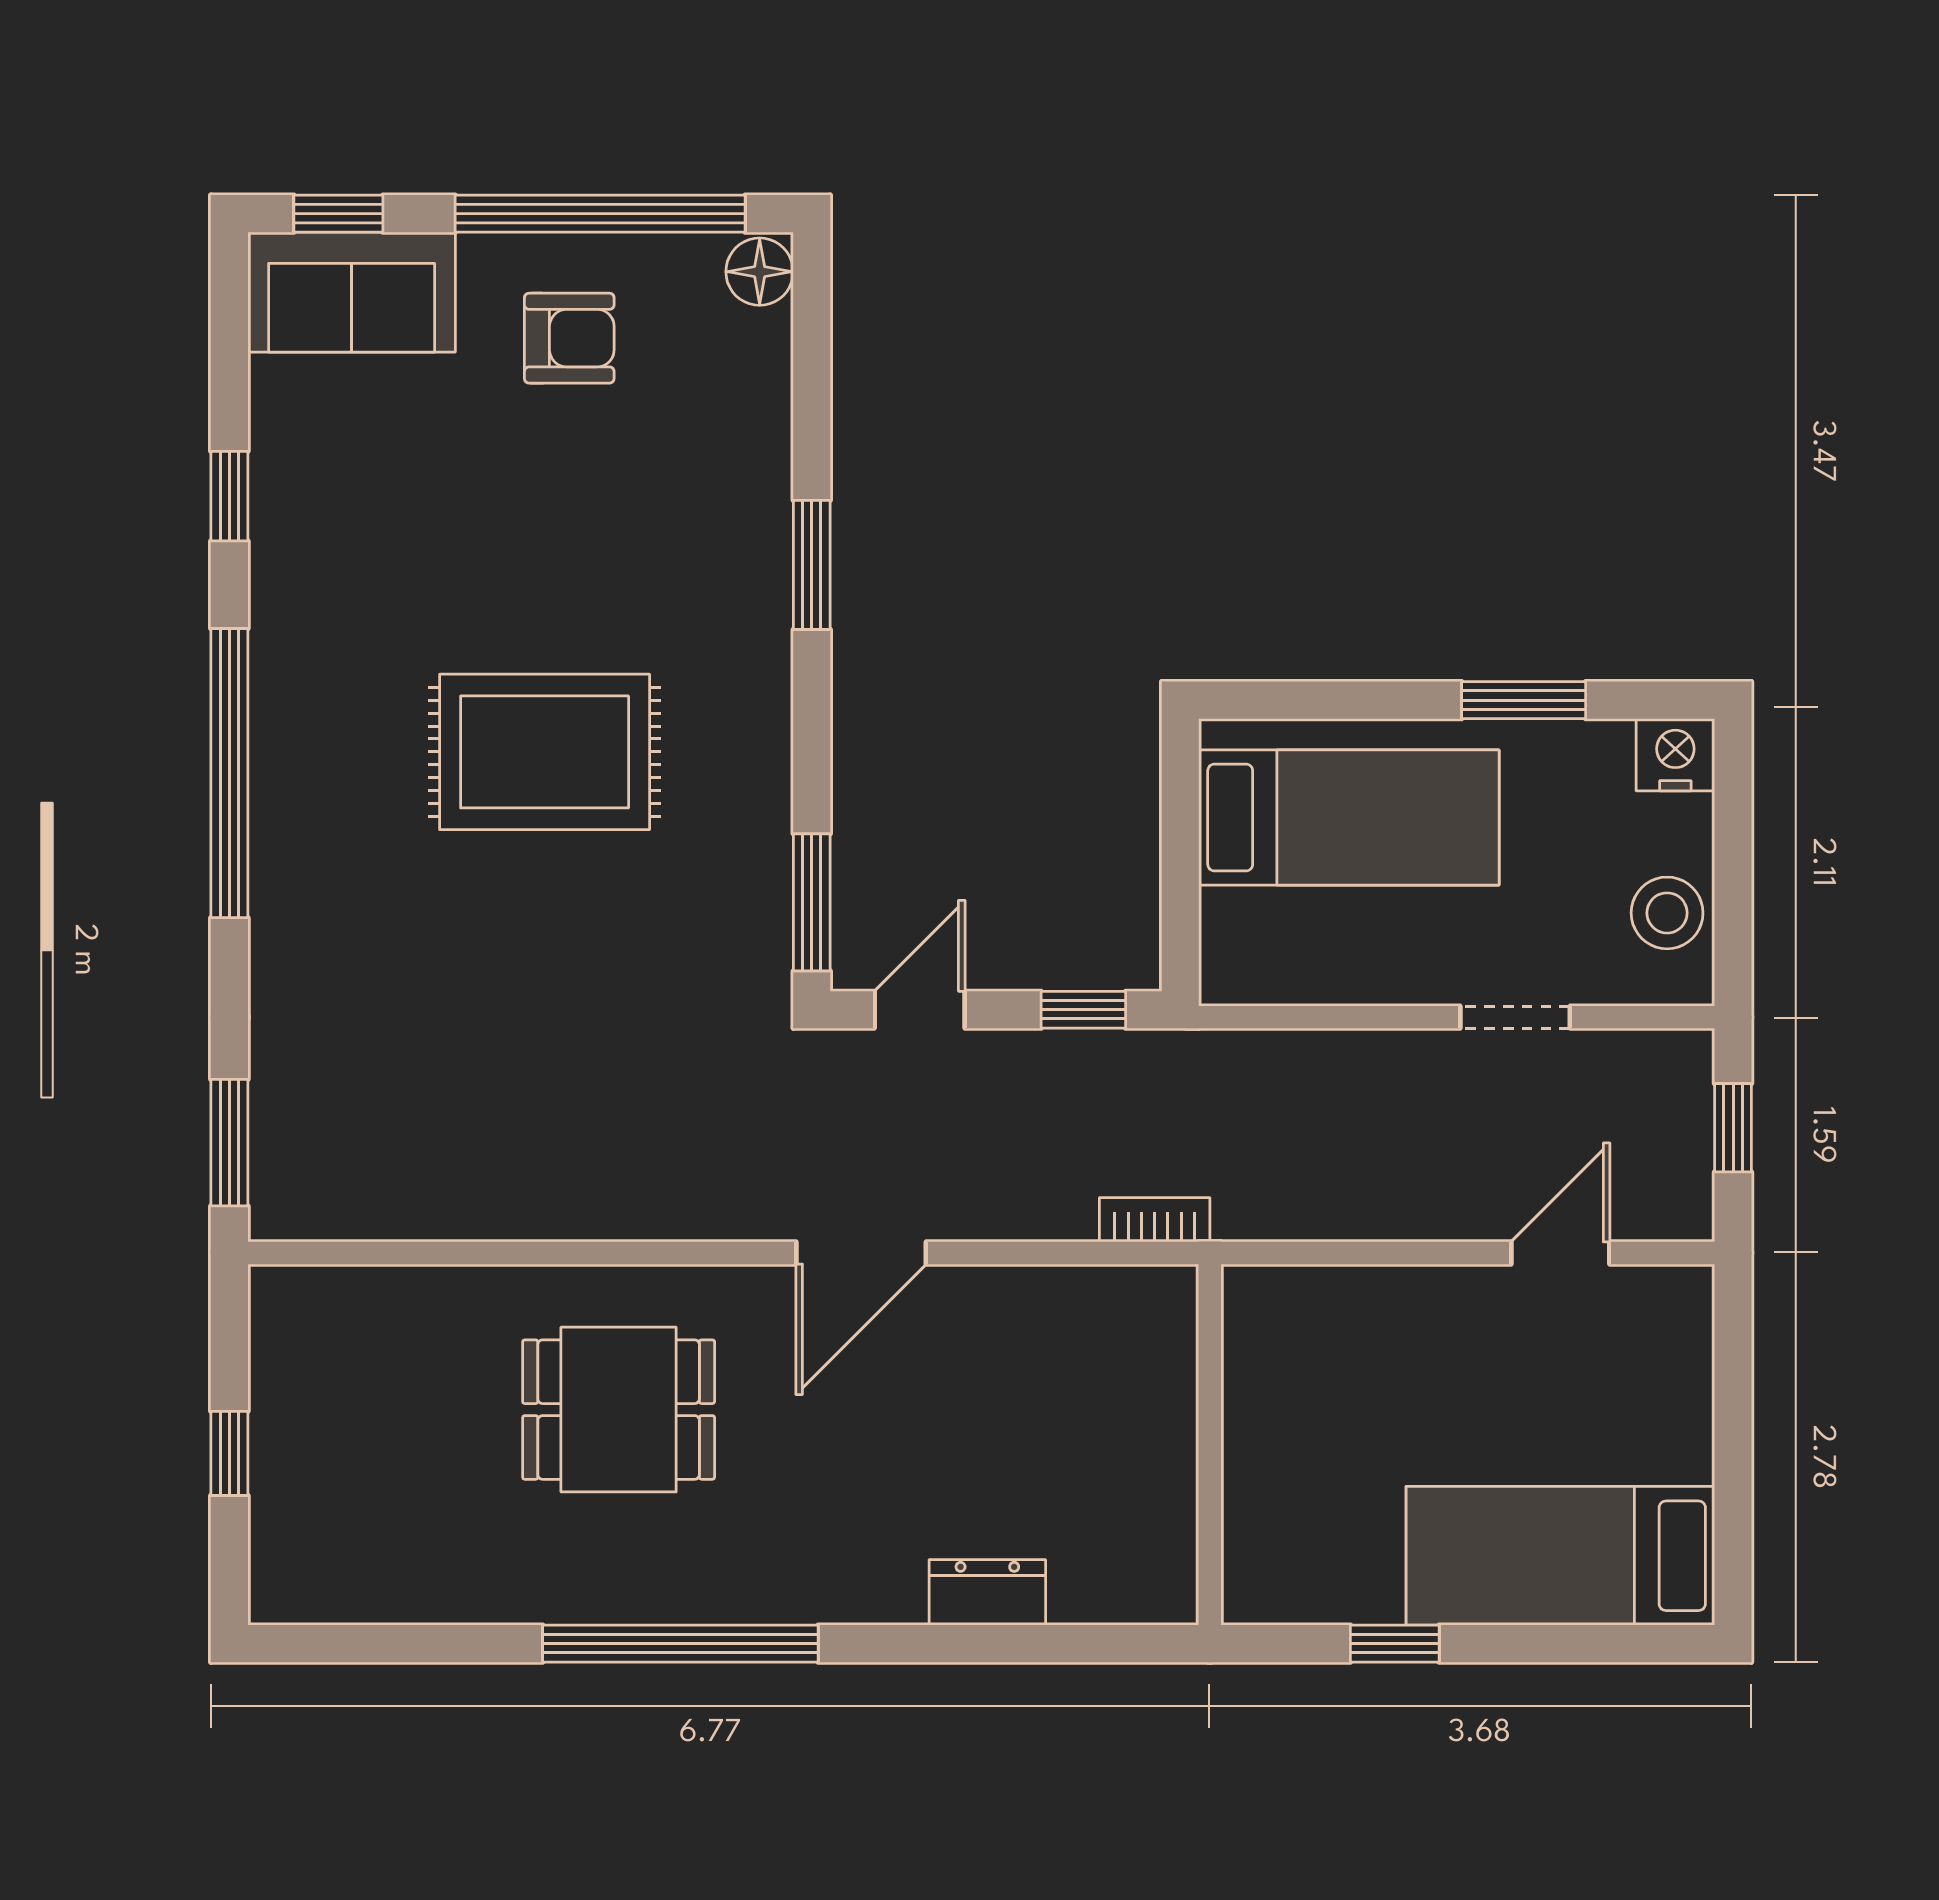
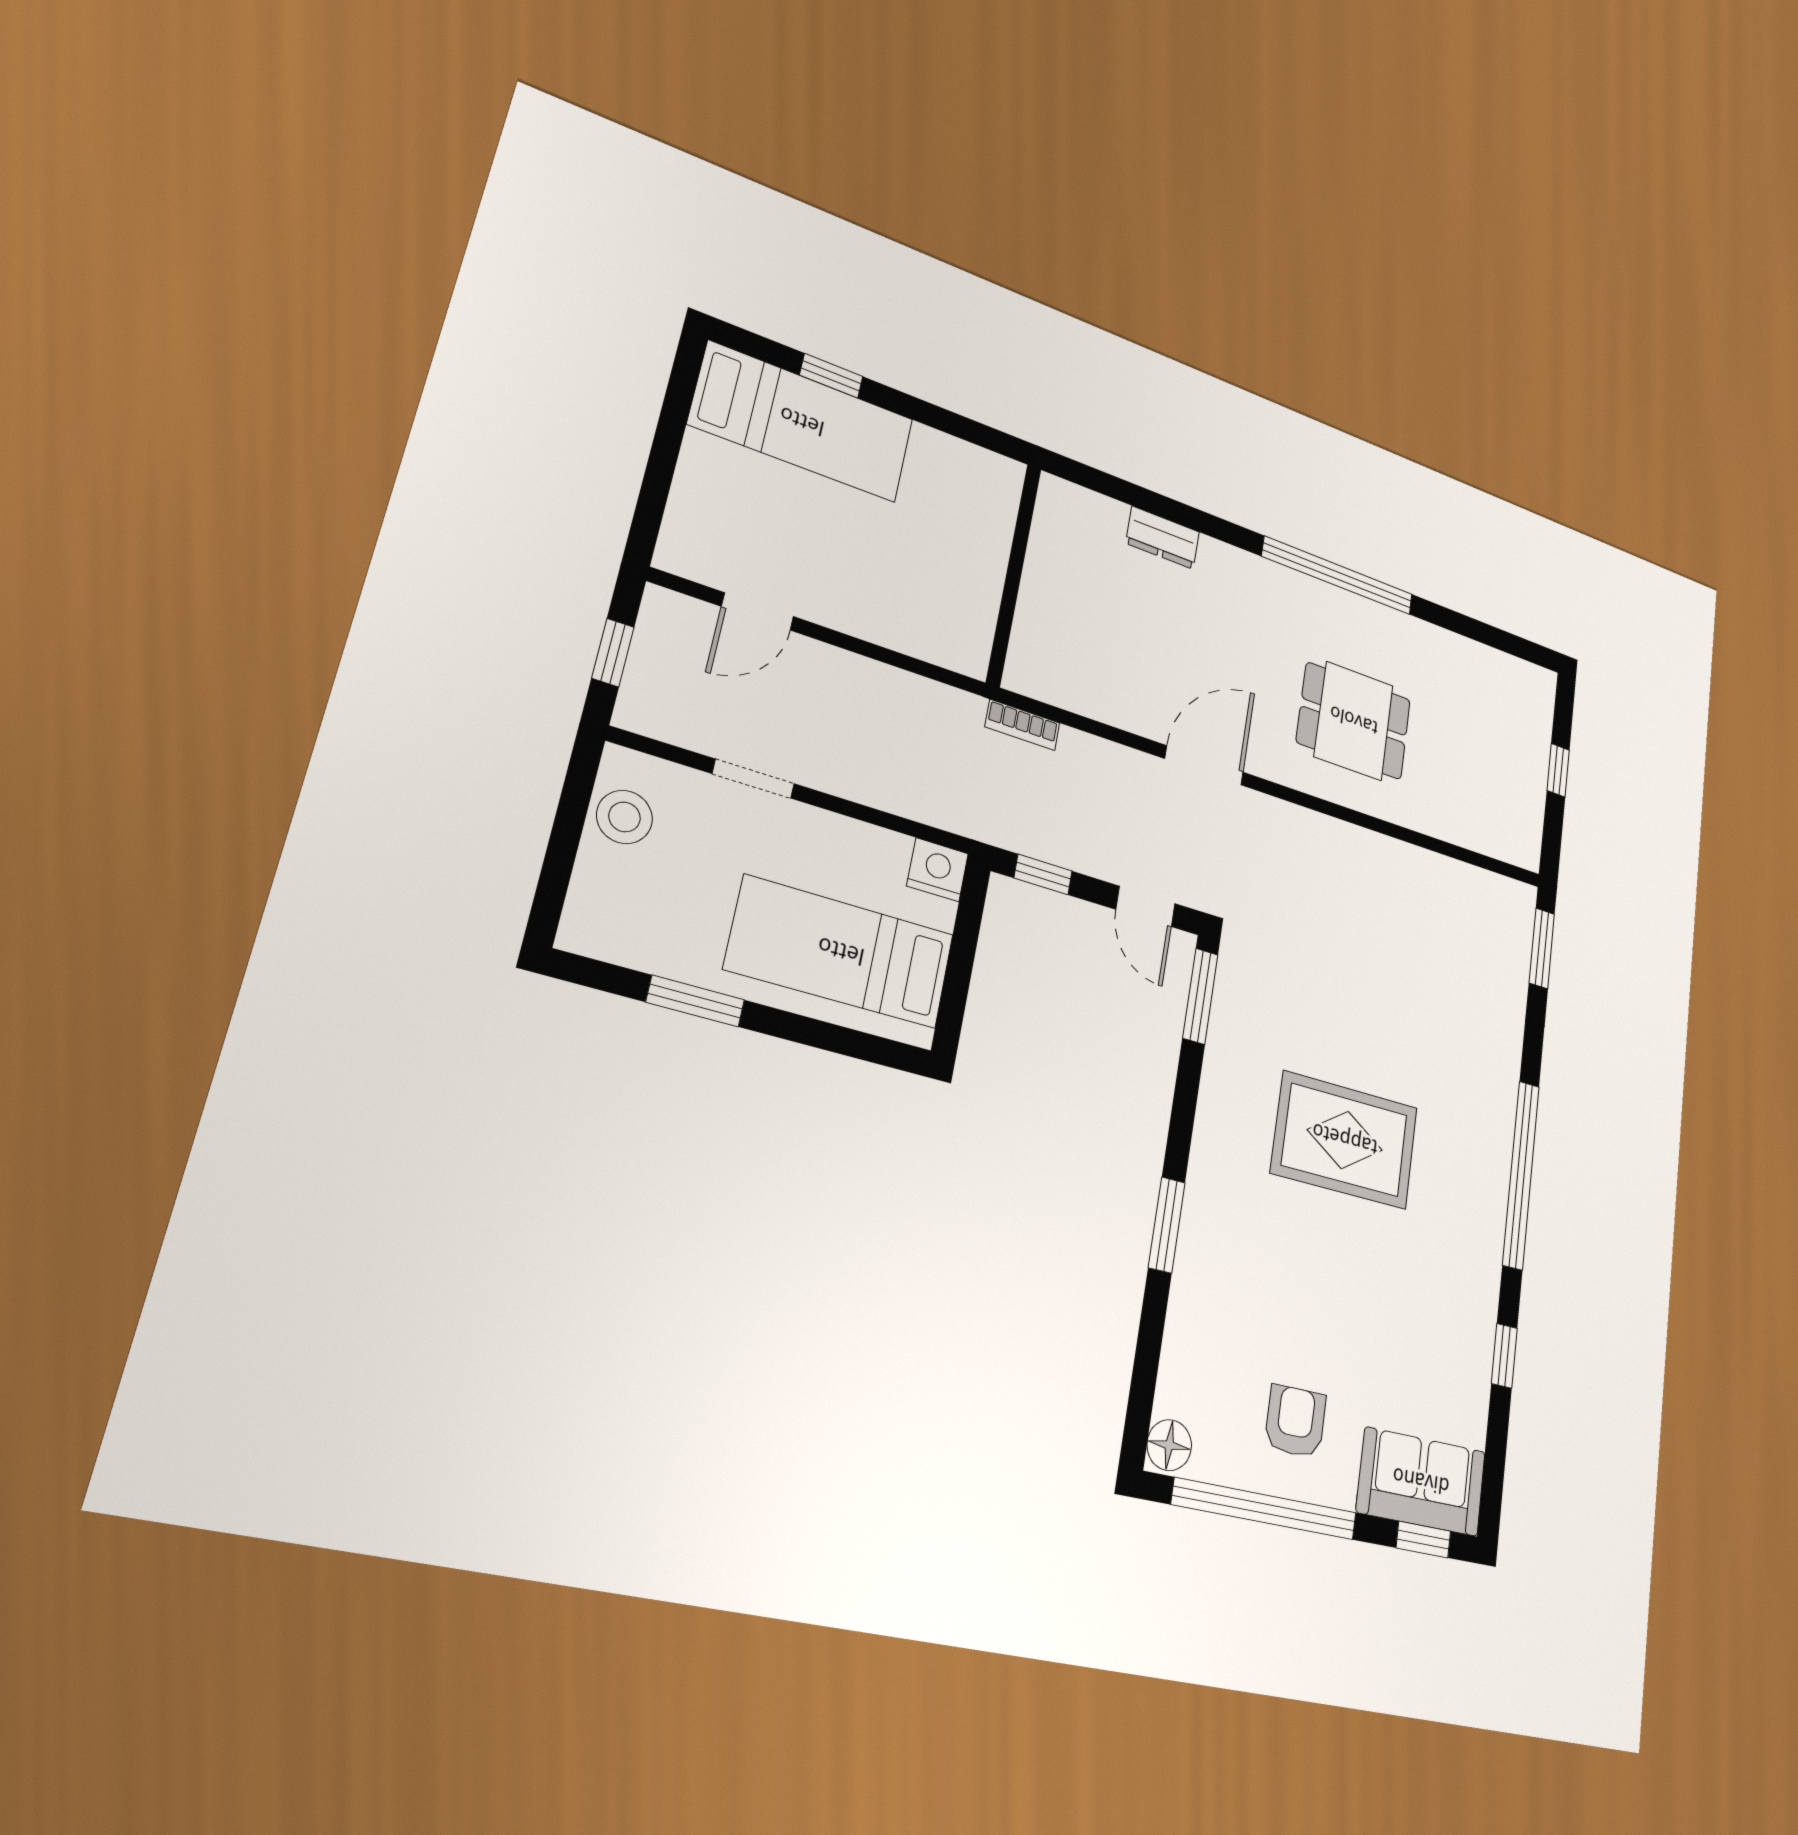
armchair: (569, 338) -> (1295, 1421), turned 90
nightstand: (1675, 755) -> (938, 870), moved, turned 180
door: (920, 1010) -> (1145, 906), hinge flipped
window: (1395, 1644) -> (831, 376), moved

